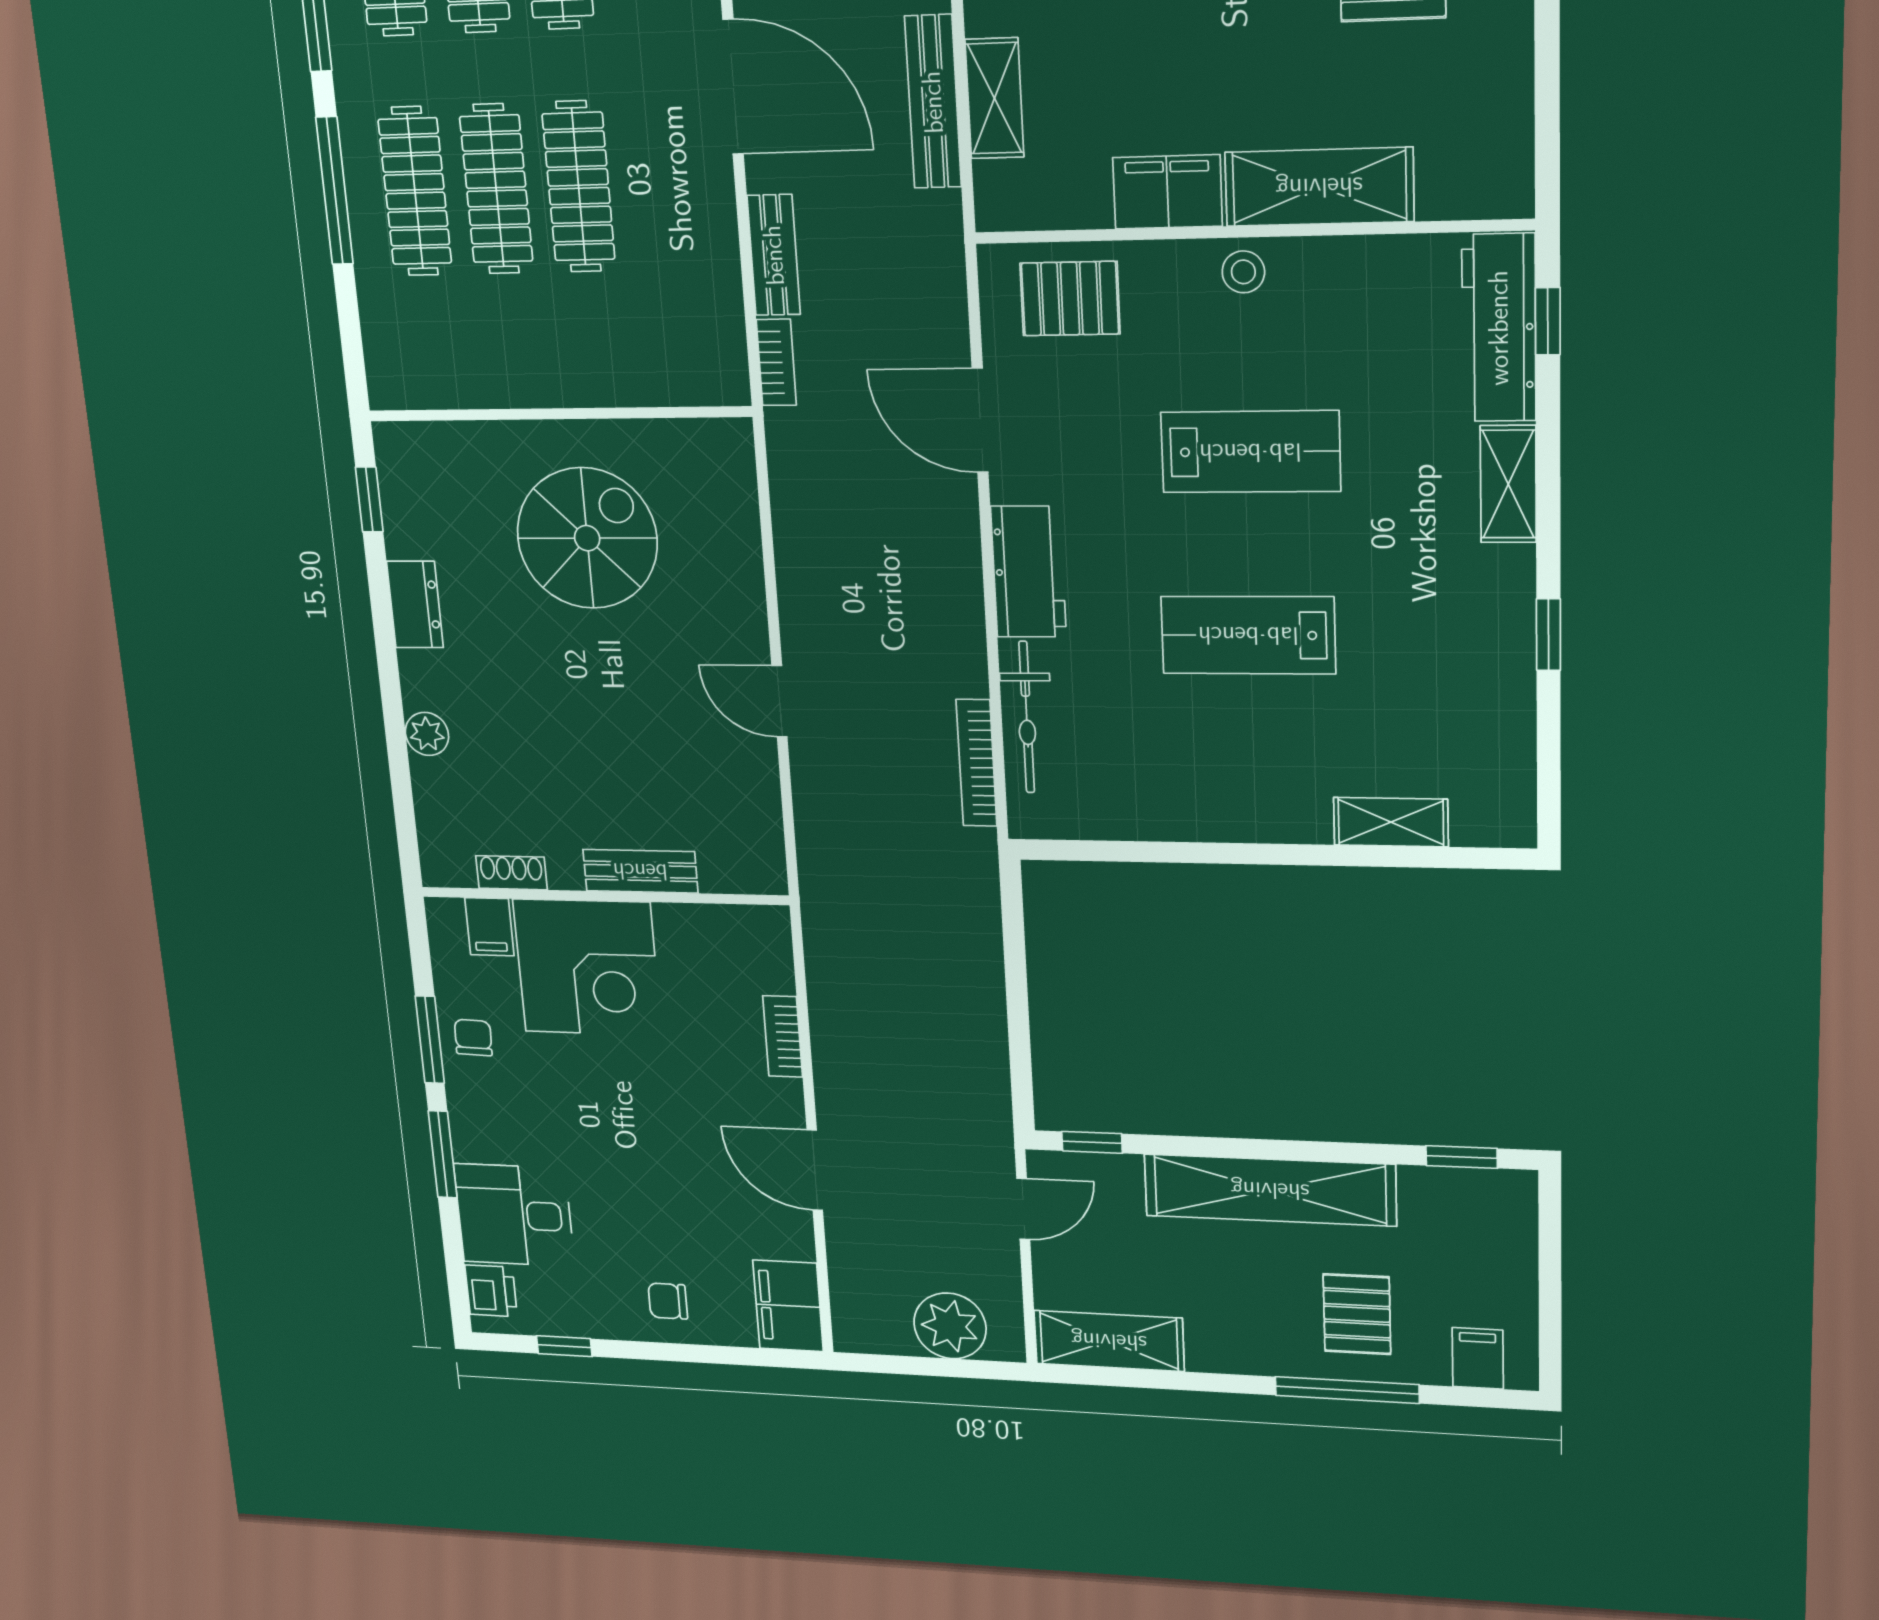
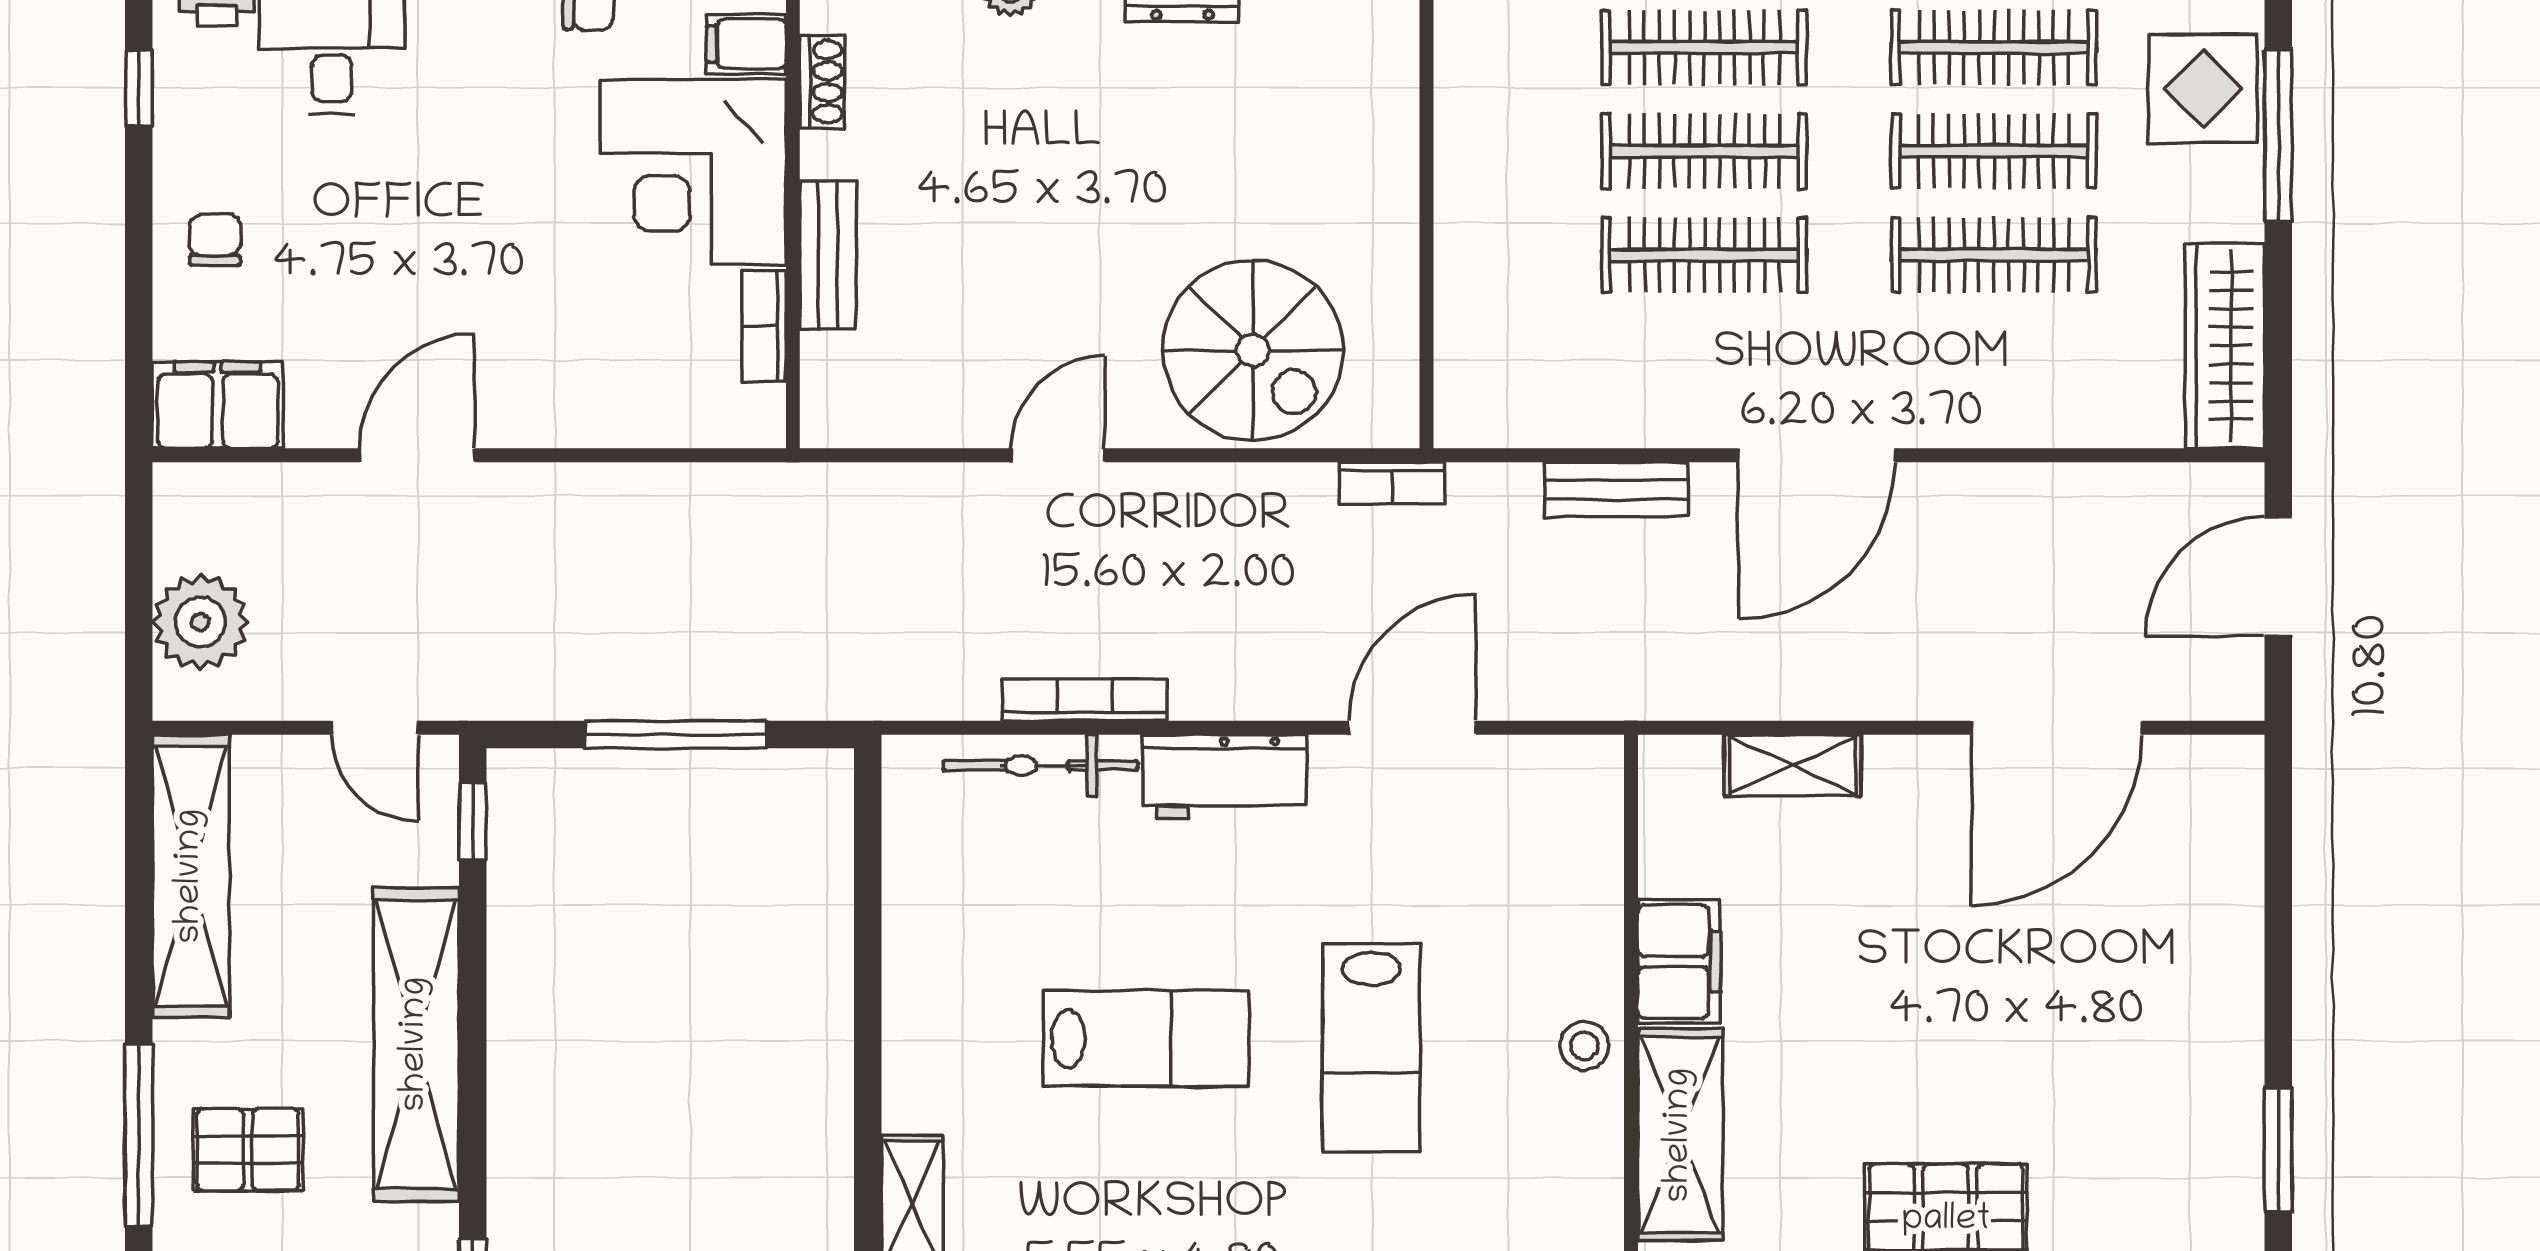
bench: (933, 102) -> (1791, 693), removed
pallet: (1070, 299) -> (1557, 843), removed
bookcase: (776, 362) -> (1392, 483), moved
spiral stairs: (587, 538) -> (1253, 350), moved
lab bench: (1248, 635) -> (1146, 1038), turned 90
bookcase: (977, 763) -> (1085, 700), moved
window: (1017, 992) -> (676, 735), added
bookcase: (783, 1036) -> (764, 326), moved, turned -90
shelving: (1109, 1341) -> (191, 876), width x1.47

